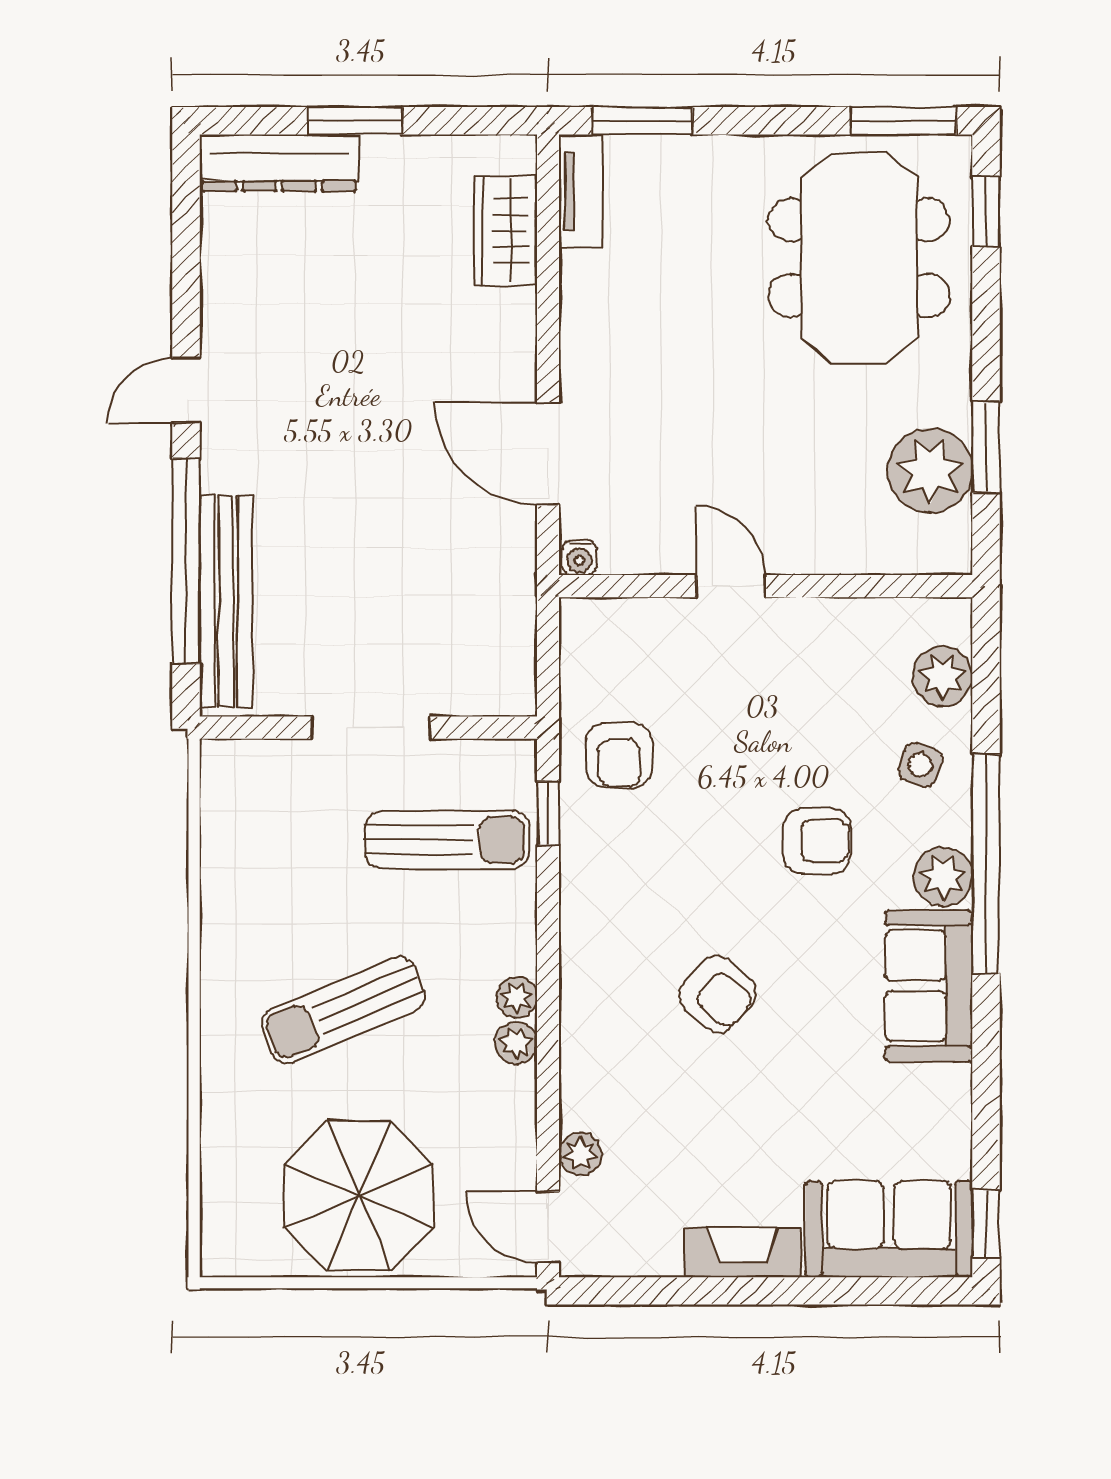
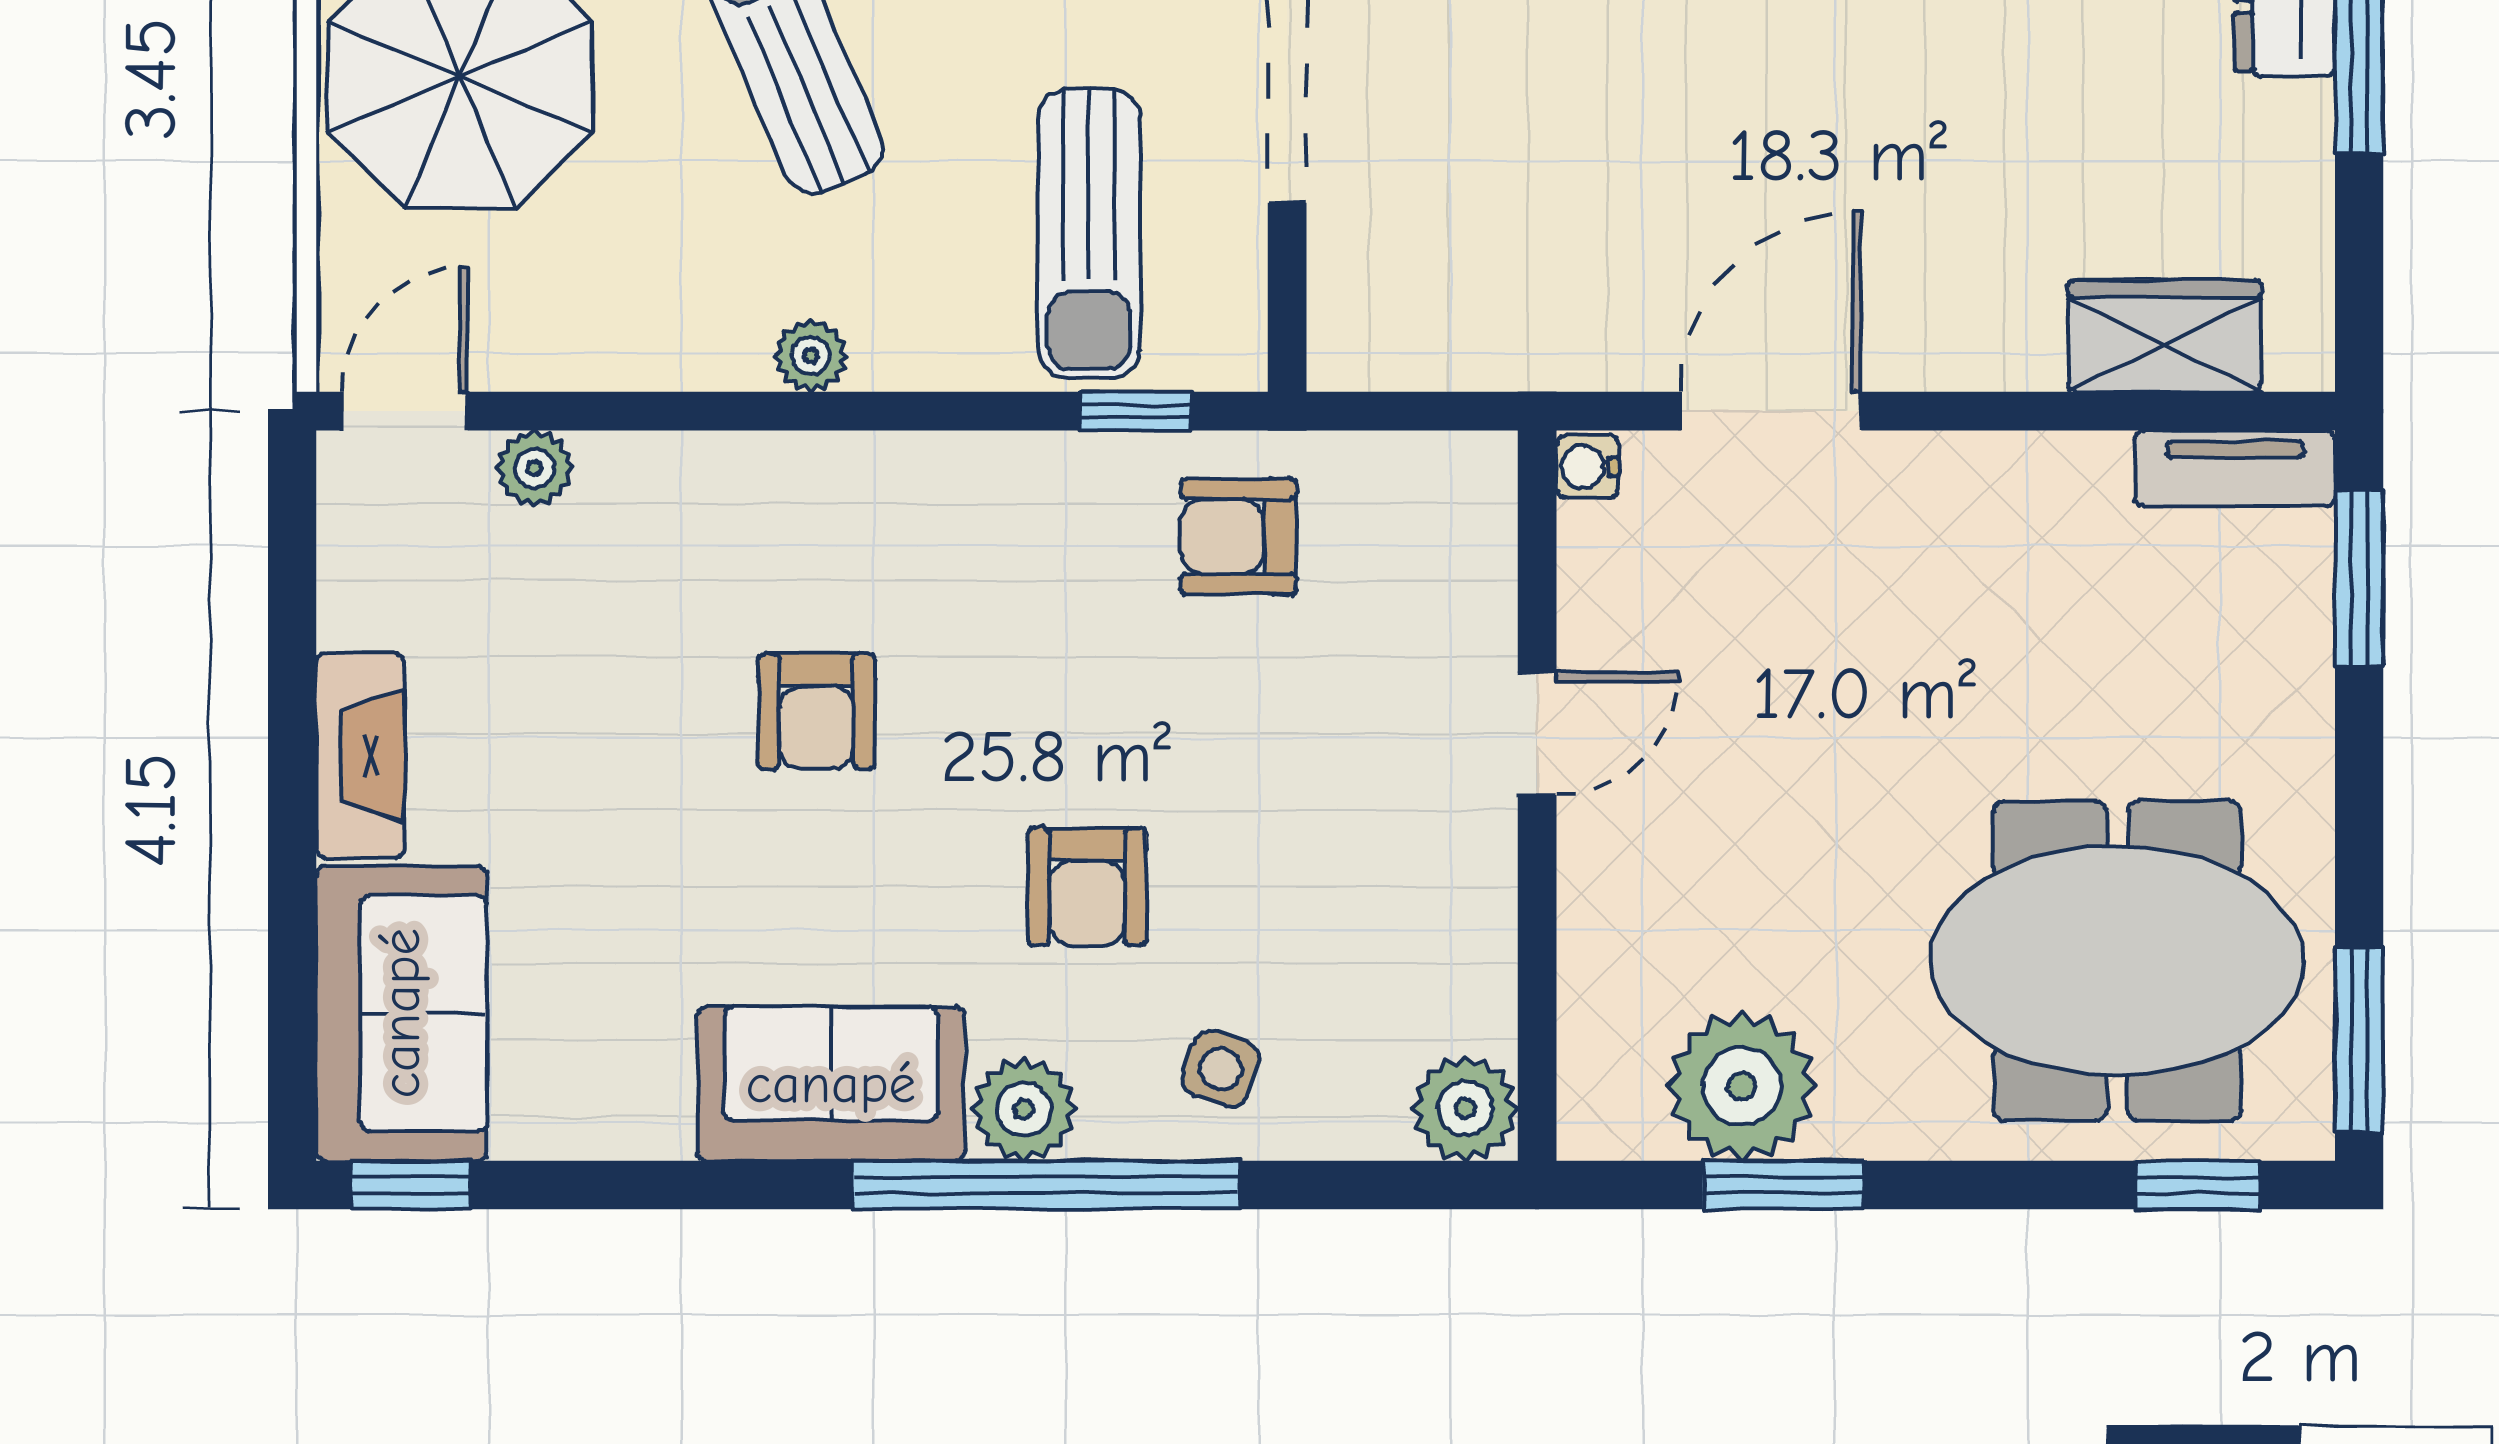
plant: (943, 676) -> (1465, 1108), moved
armchair: (718, 994) -> (816, 711), turned -42
plant: (516, 1043) -> (730, 355), removed

